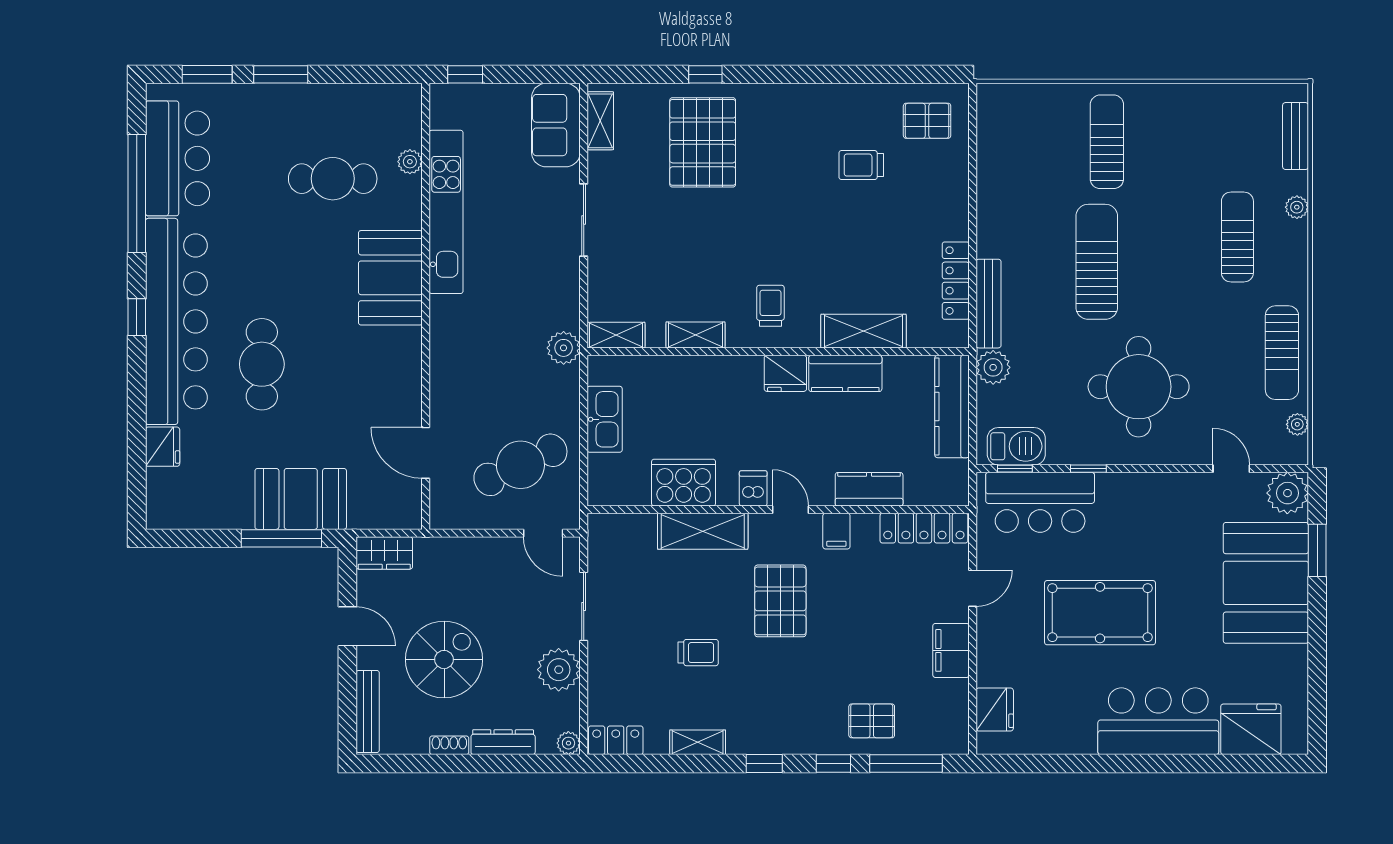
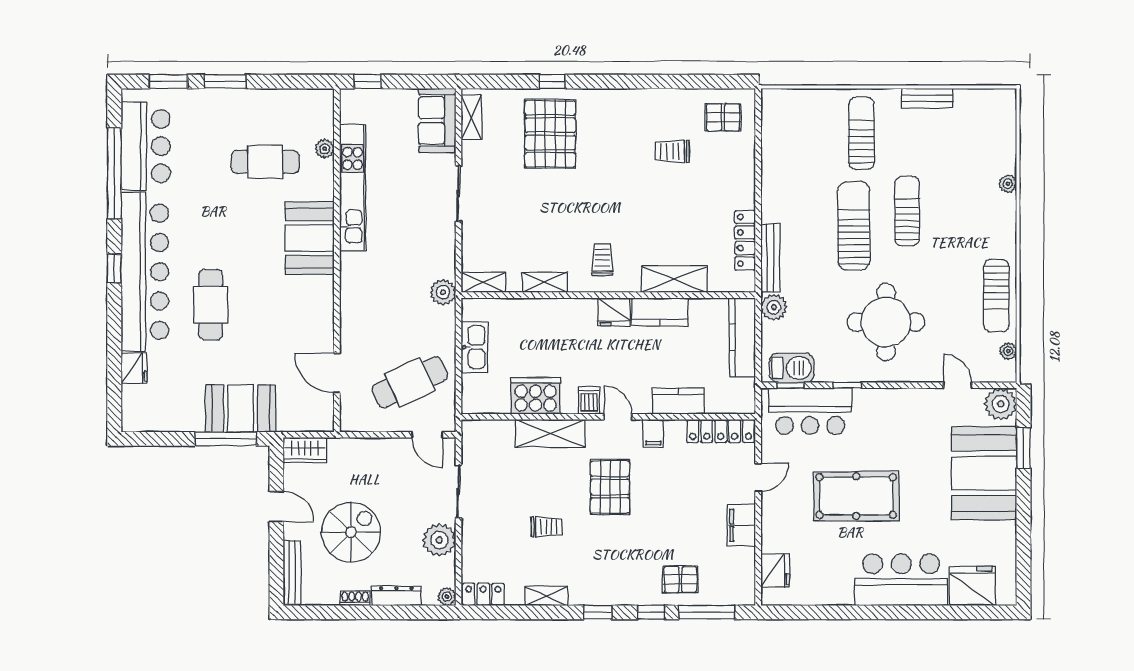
bench: (1296, 136) -> (927, 98), moved, turned 90
sun lounger: (1237, 237) -> (907, 211), moved

